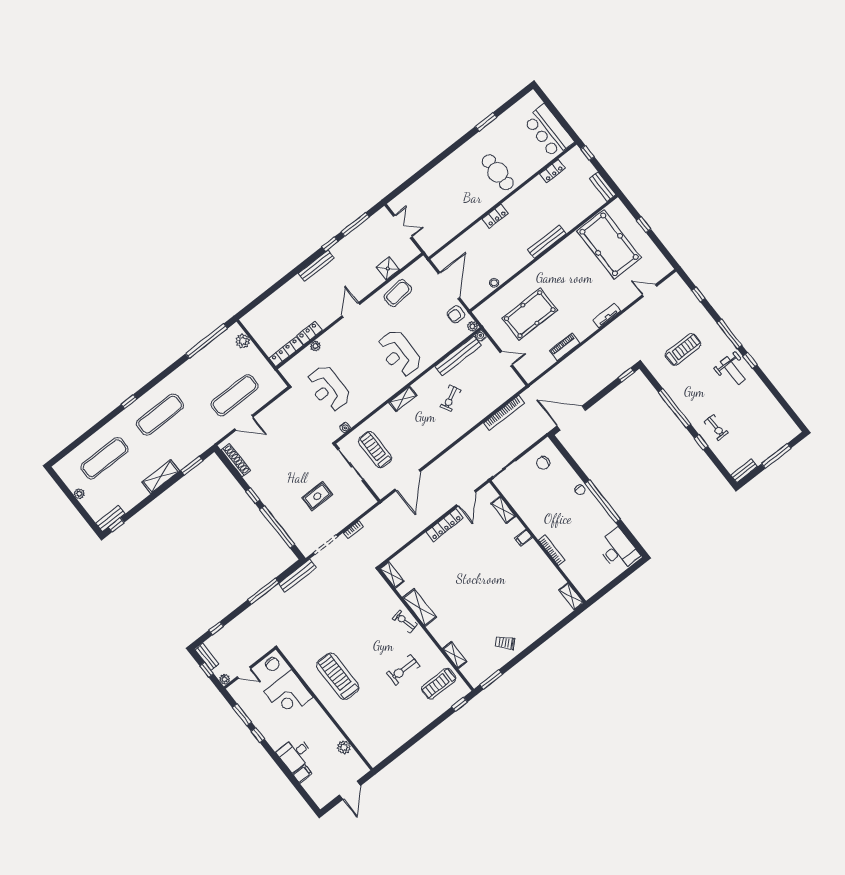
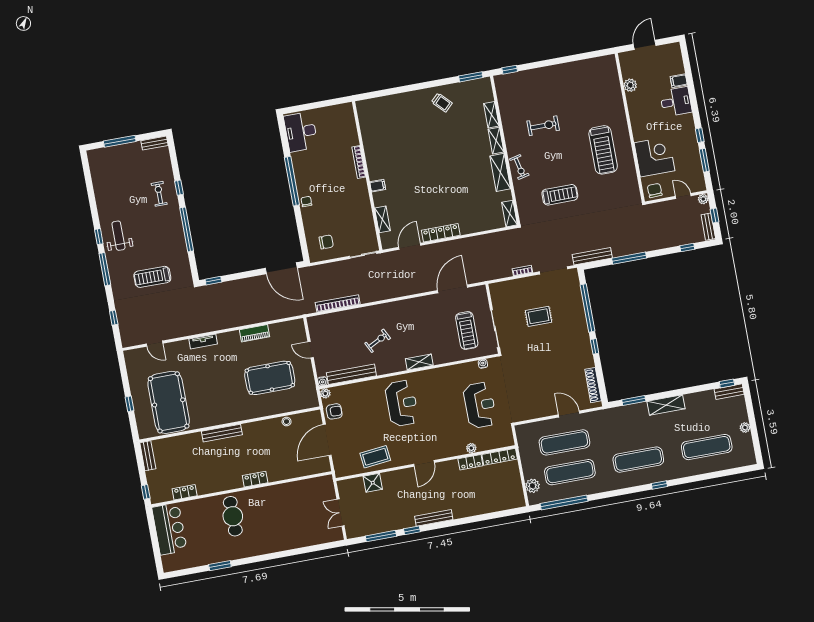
exercise mat: (216, 371) -> (570, 472), added
shelving: (571, 596) -> (496, 141), moved
treadmill: (439, 684) -> (560, 195), moved

